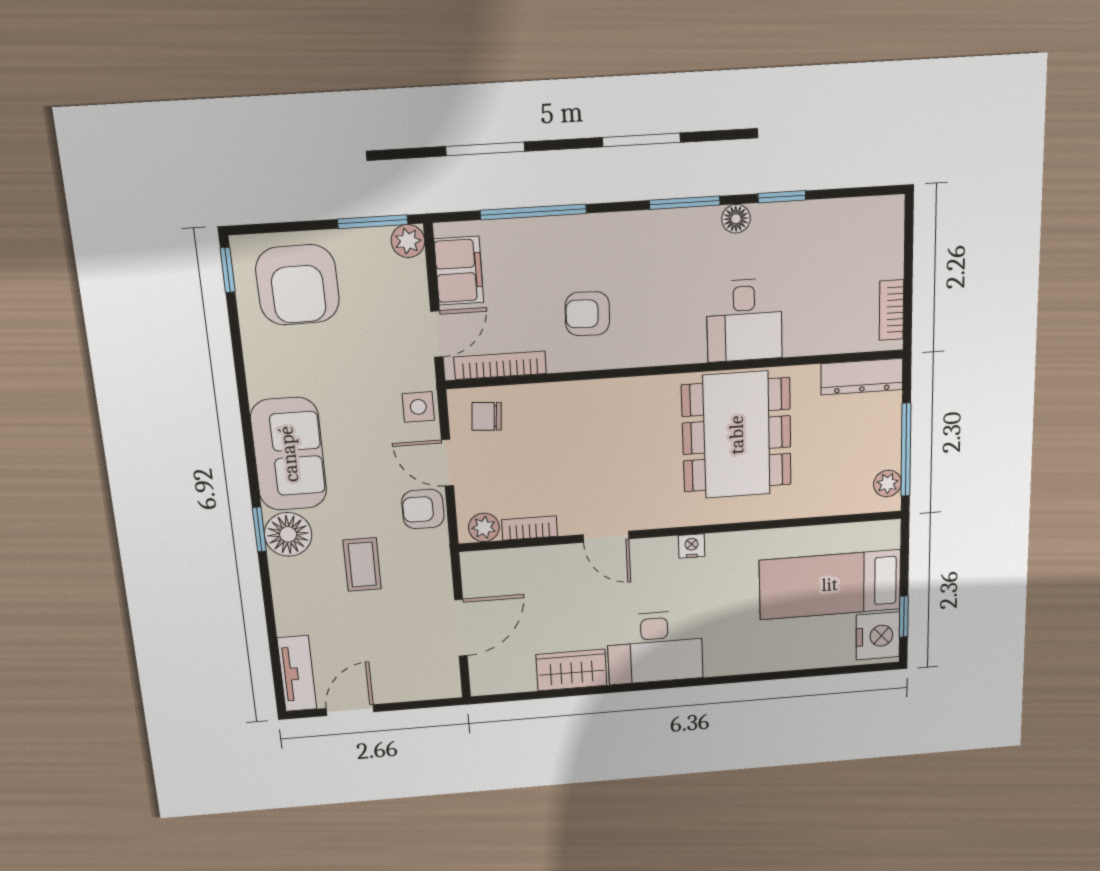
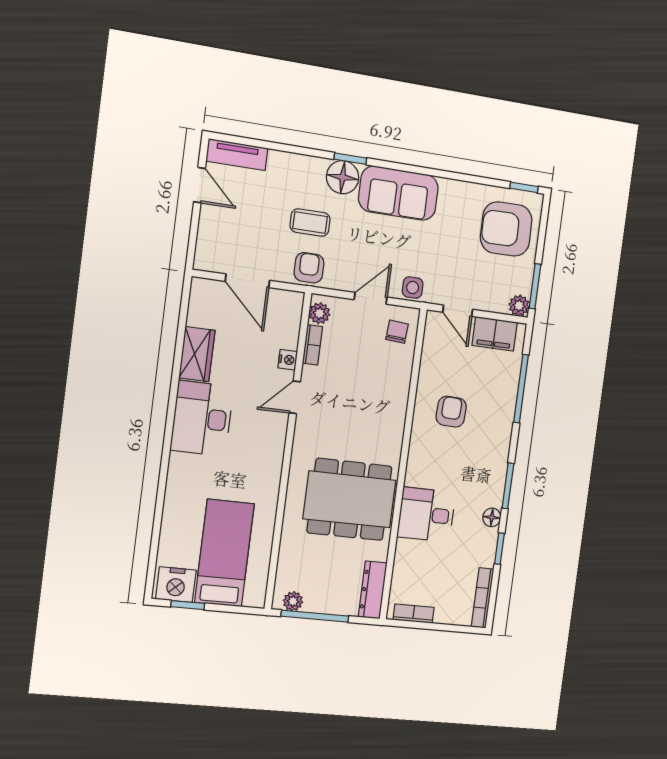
bookcase: (500, 365) -> (482, 598), moved, turned 180
armchair: (423, 509) -> (309, 268), moved
nightstand: (692, 546) -> (288, 360), moved

